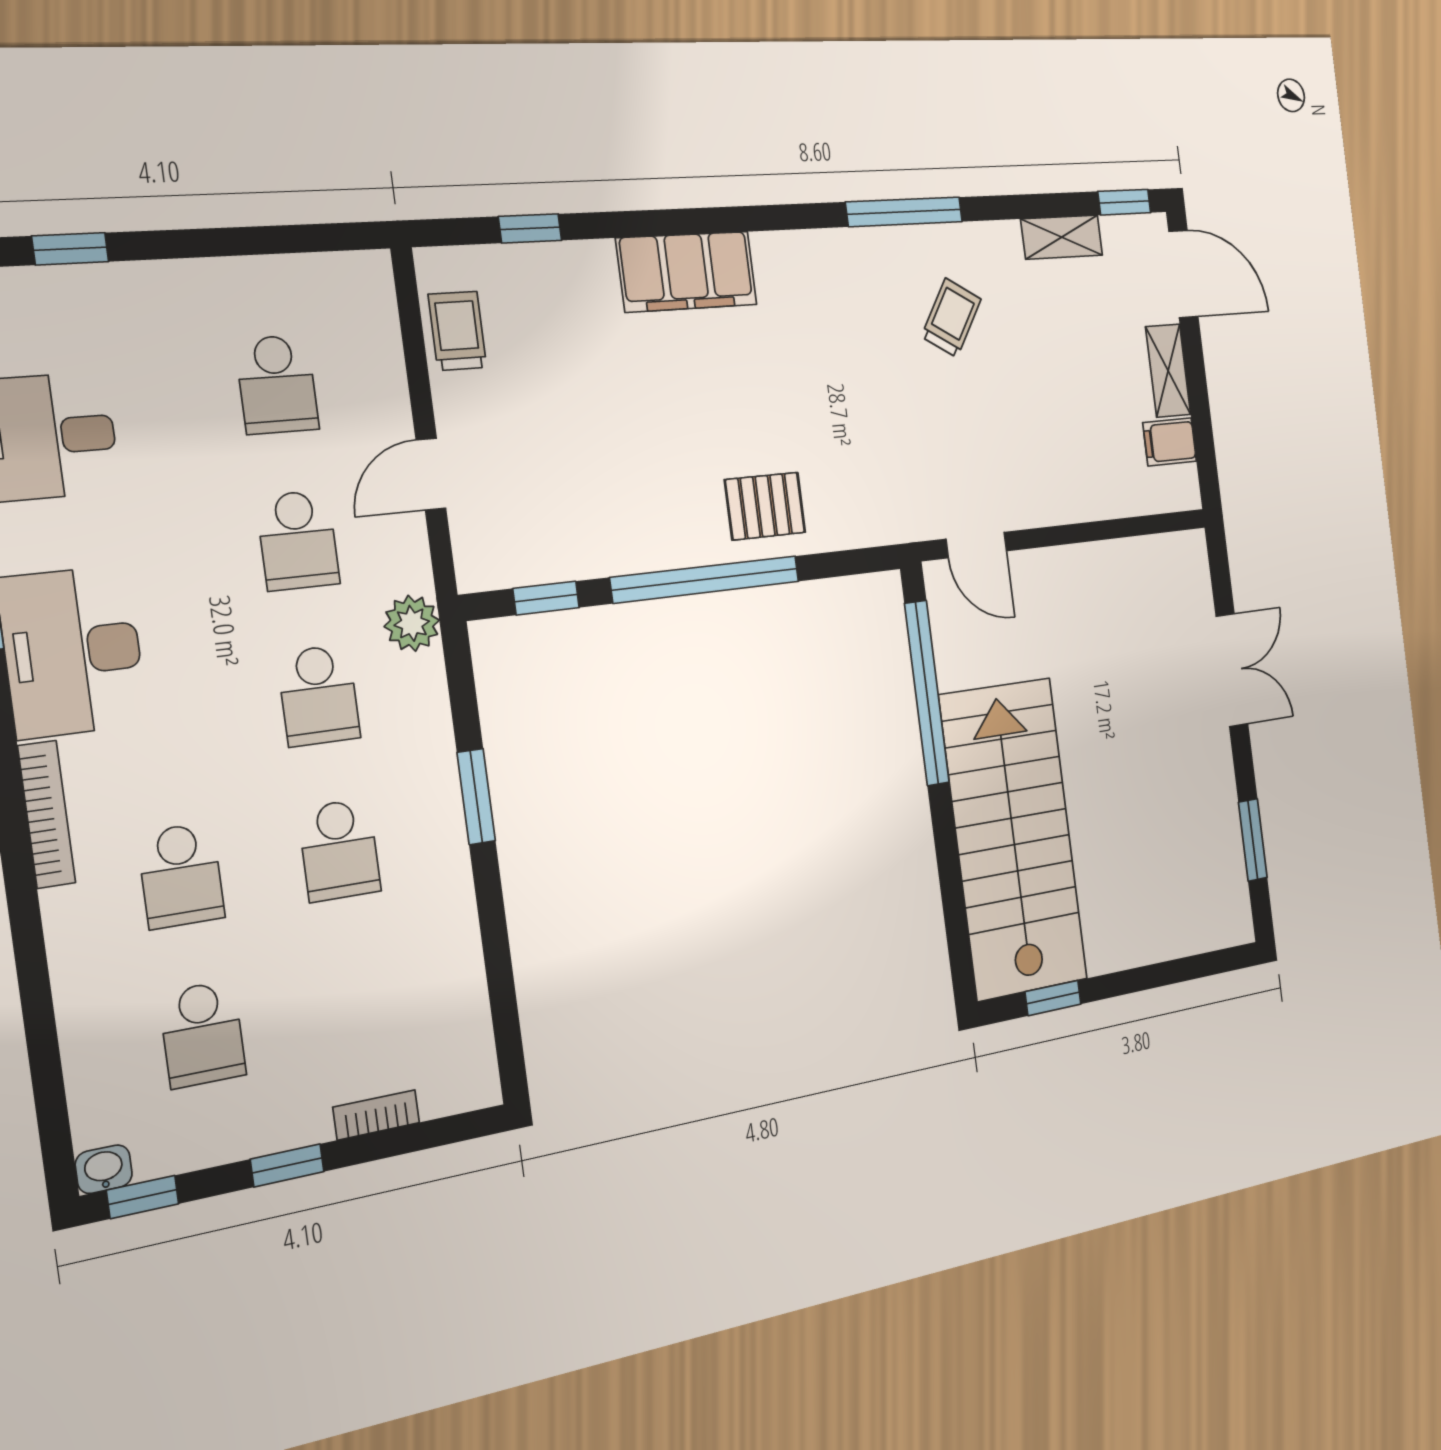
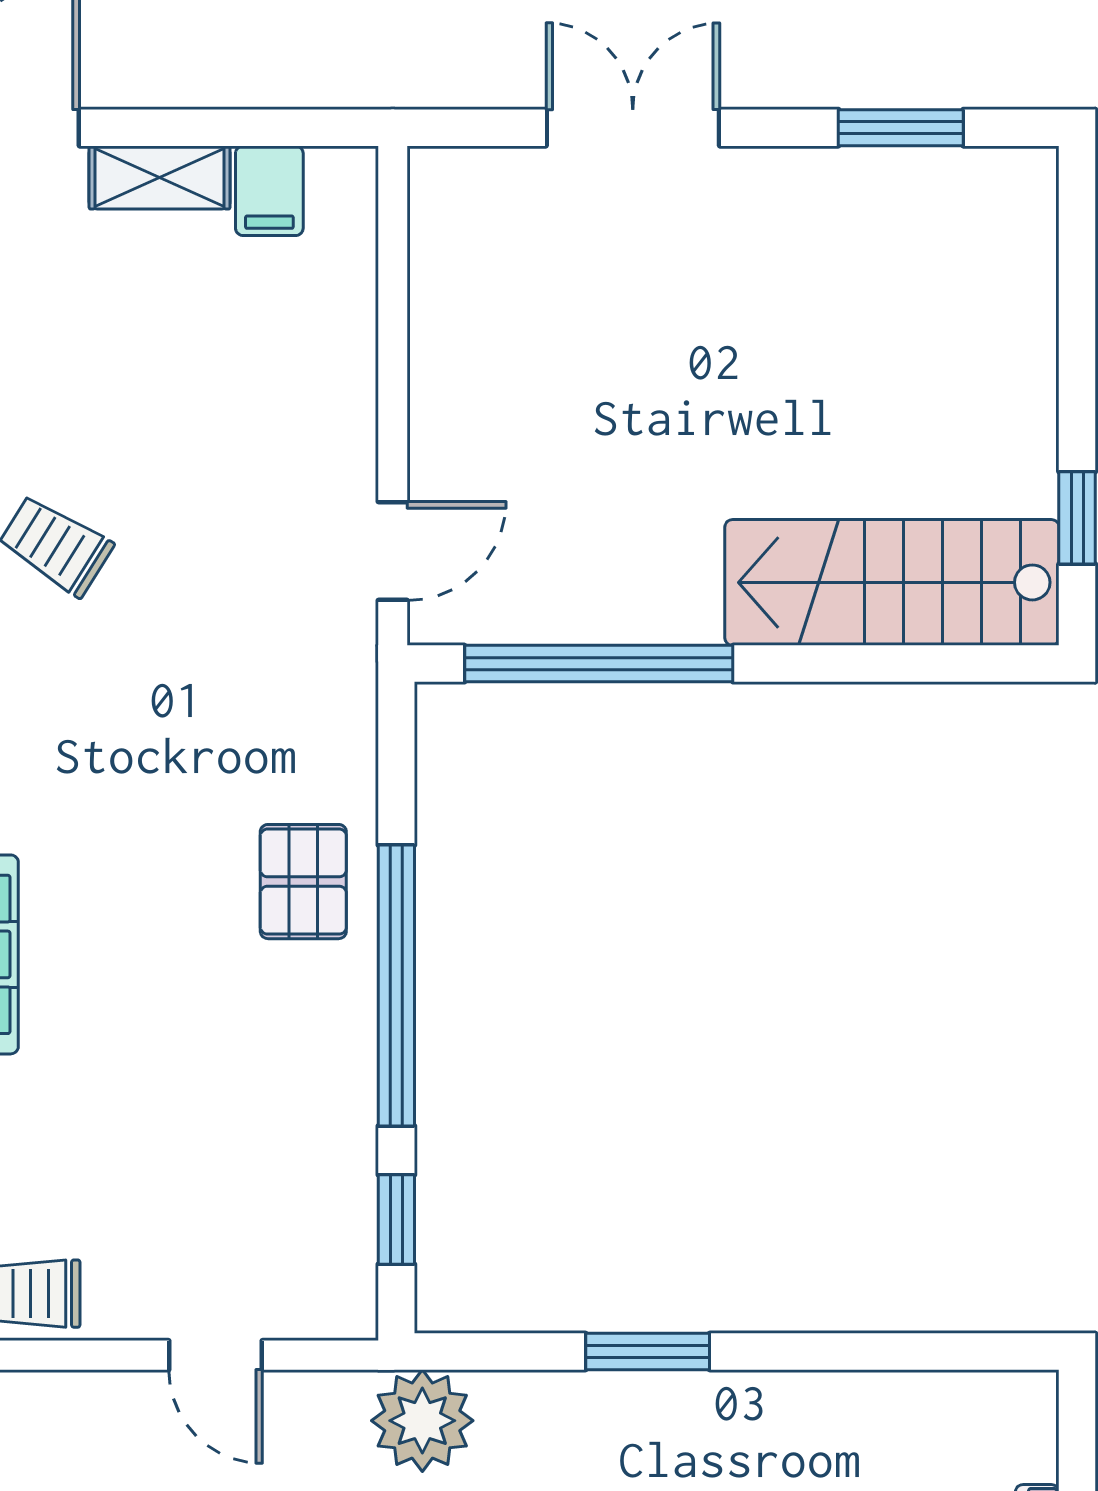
plant: (412, 623) -> (422, 1421), width x1.36, depth x1.36
stairs: (1014, 838) -> (892, 582), width x0.73, depth x0.66

